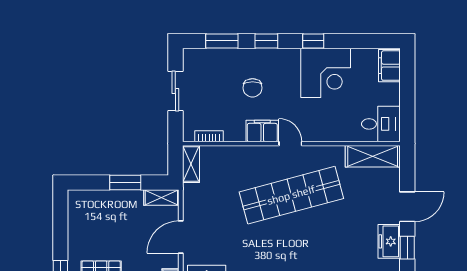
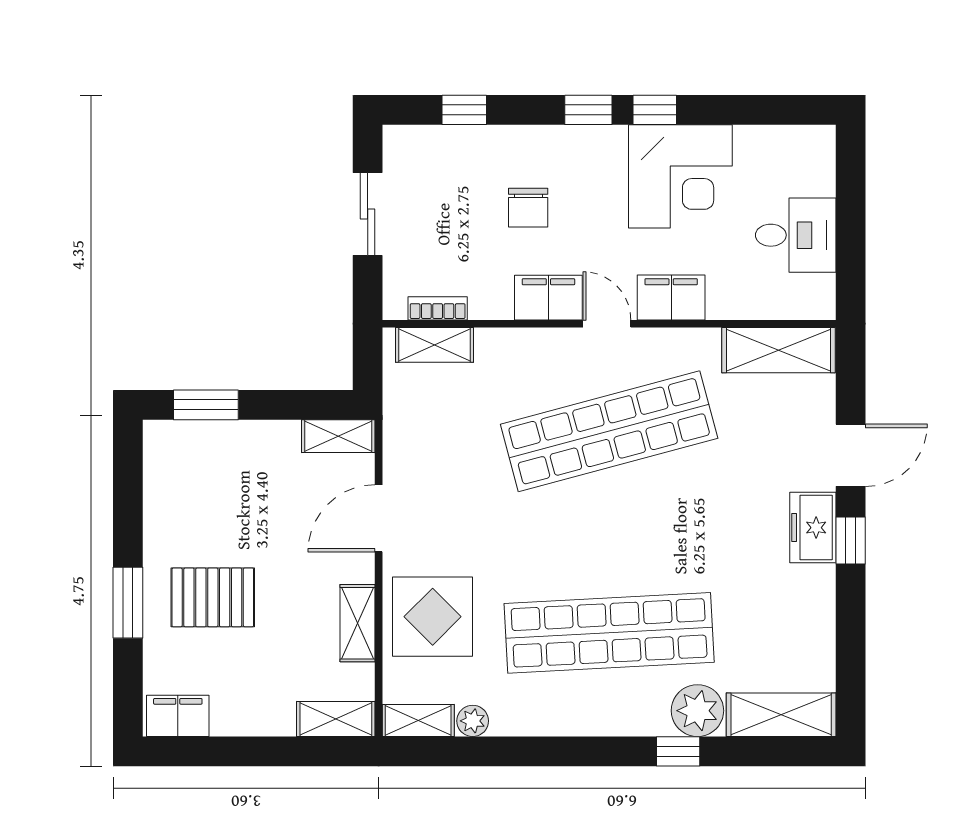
window: (222, 41) -> (464, 110), width x0.67
window: (266, 41) -> (588, 110), moved
filing cabinet: (389, 66) -> (671, 298), moved, turned 90
desk: (381, 124) -> (796, 235), moved
shelving: (191, 164) -> (435, 345), moved, turned 90
window: (125, 183) -> (206, 405), moved

